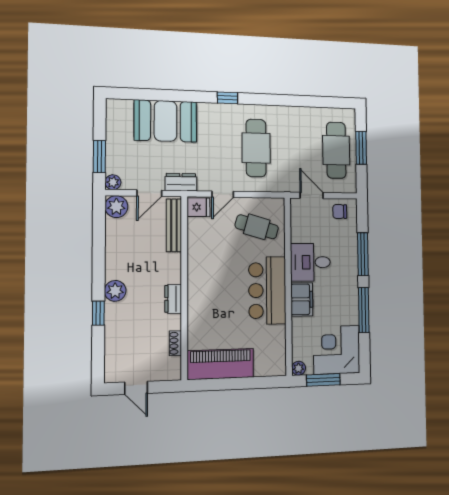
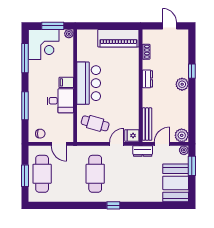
booth: (165, 121) -> (176, 183), moved, turned 90
filing cabinet: (302, 299) -> (66, 82), width x0.50
window: (364, 310) -> (25, 58), moved

